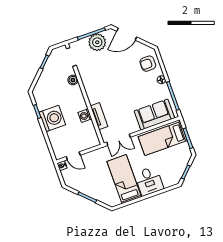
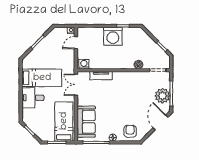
washing machine: (85, 116) -> (84, 64), moved

